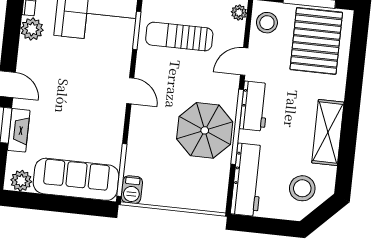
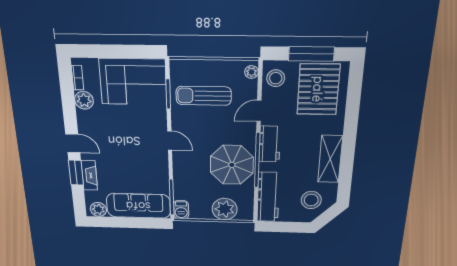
plant: (189, 193) -> (225, 209), added

